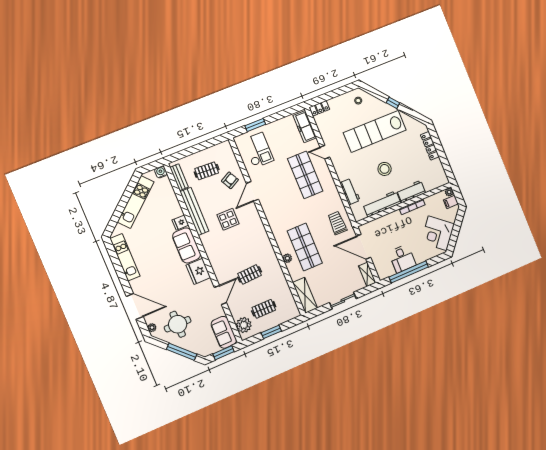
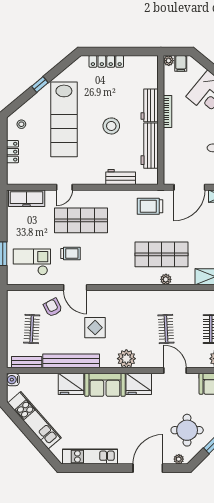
locker: (320, 108) -> (13, 152), moved
trolley: (277, 177) -> (71, 253), added
fridge: (180, 223) -> (71, 384), width x1.88, depth x1.34
plant: (214, 254) -> (126, 359), added

